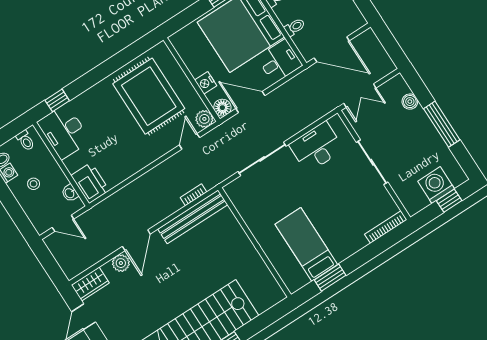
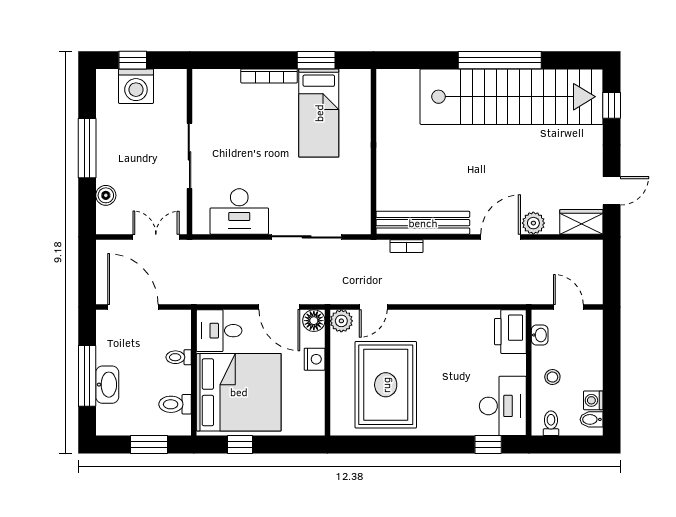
door: (332, 49) -> (133, 307), moved
stool: (34, 184) -> (552, 377), moved
bookcase: (386, 227) -> (269, 76), moved

